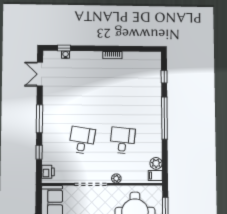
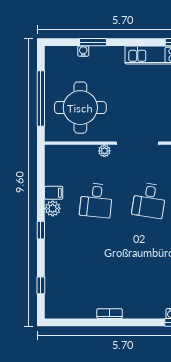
window: (164, 118) -> (41, 230), width x0.32
plant: (156, 163) -> (53, 208), moved
filing cabinet: (155, 175) -> (54, 193), moved

